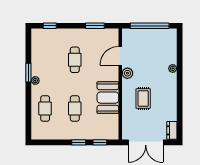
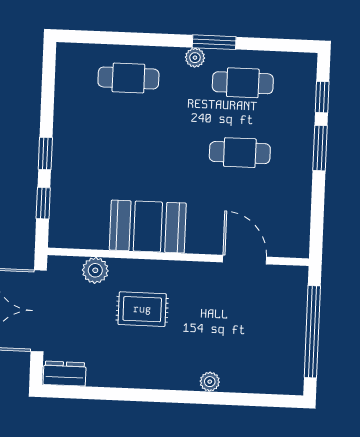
window: (95, 26) -> (320, 148), moved
plant: (127, 73) -> (95, 270), moved
cafe table: (75, 108) -> (243, 83), moved

